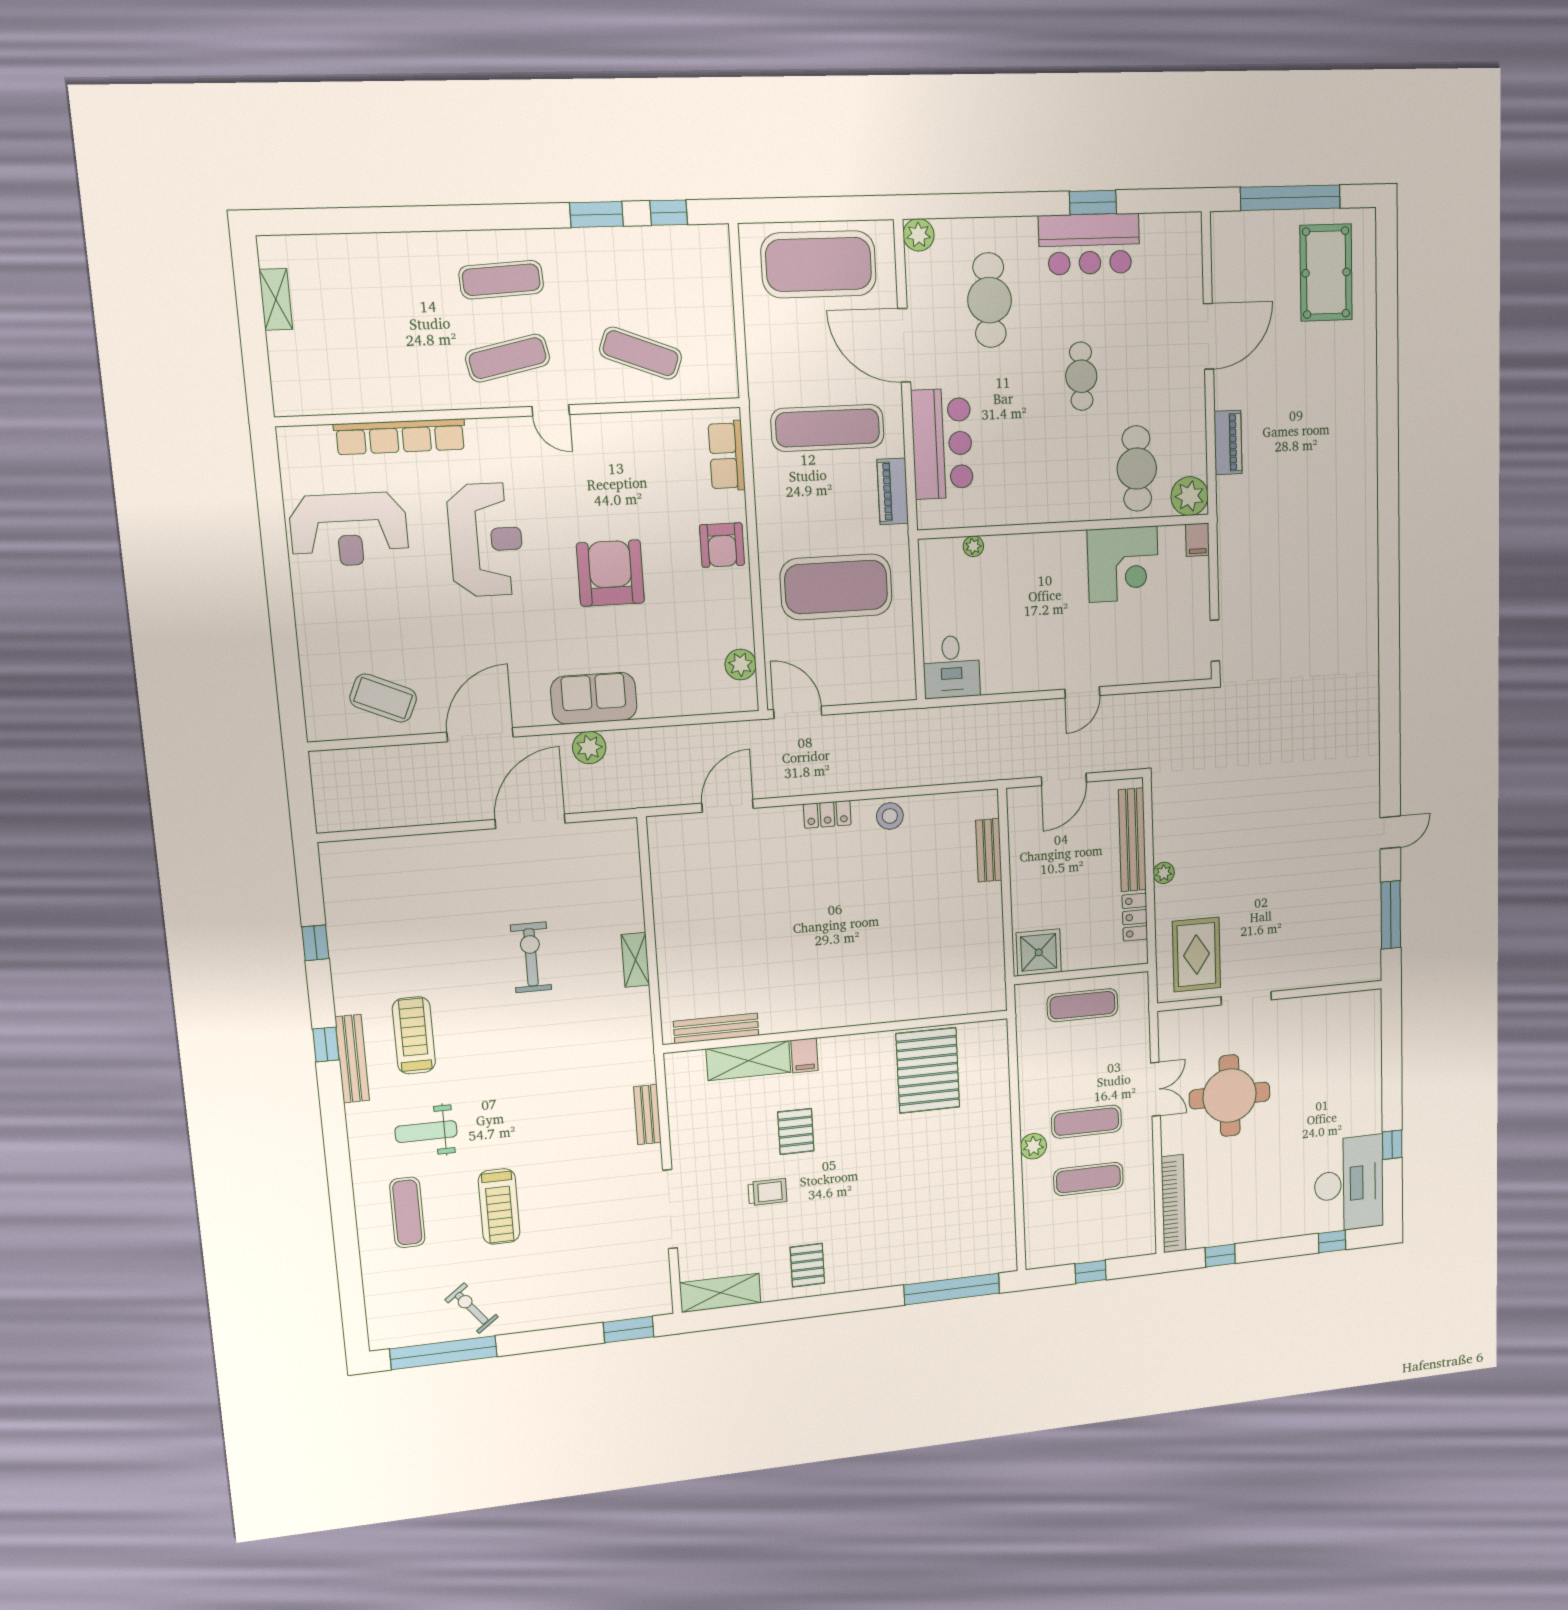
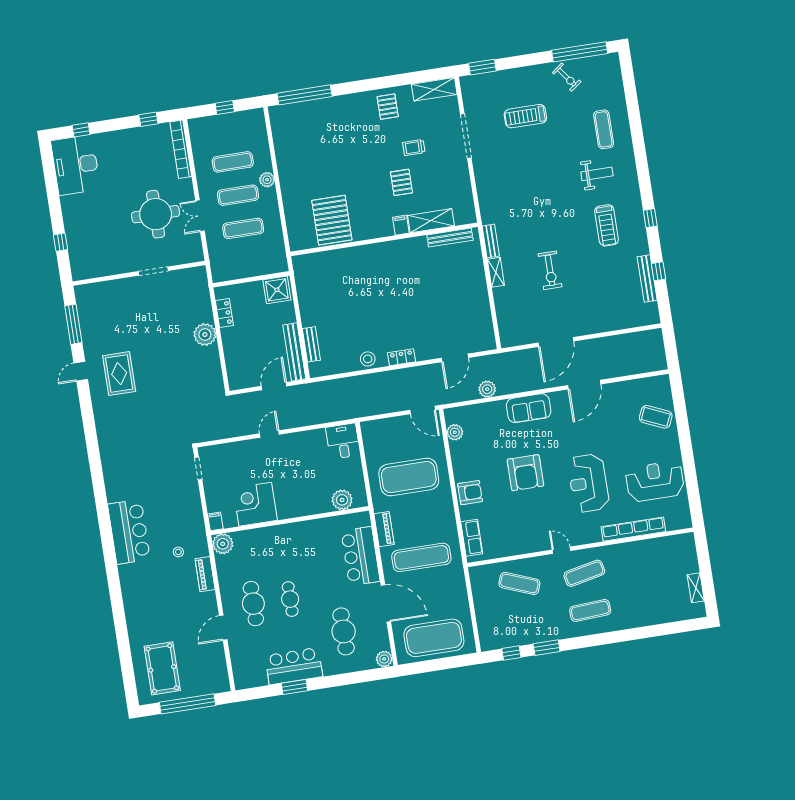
door: (1208, 336) -> (223, 628), width x0.73
cafe table: (1137, 469) -> (253, 604), moved
stool: (1269, 490) -> (178, 552), added
bar counter: (1349, 537) -> (129, 532), added
armchair: (722, 545) -> (470, 493), turned 90
plant: (973, 546) -> (342, 500), width x1.88, depth x1.88
coffee table: (383, 698) -> (656, 417), moved
plant: (589, 748) -> (487, 389), moved
bench: (1132, 840) -> (294, 352), moved
plant: (1164, 873) -> (205, 335), width x1.87, depth x1.87
rug: (1196, 955) -> (119, 374), moved
exercise mat: (1083, 1005) -> (243, 228), moved
bench: (352, 1059) -> (647, 279), moved
bench: (647, 1115) -> (491, 241), moved
window: (1392, 1145) -> (60, 242), moved
treadmill: (499, 1207) -> (525, 116), moved, turned -90

